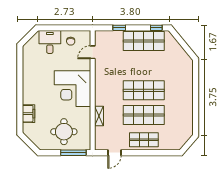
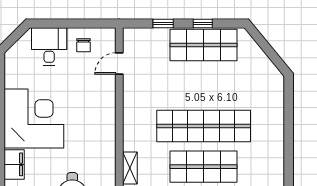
window: (156, 28) -> (203, 23), moved
corner desk: (72, 89) -> (34, 118), moved, turned 180
shop shelf: (144, 90) -> (204, 126), width x1.40

